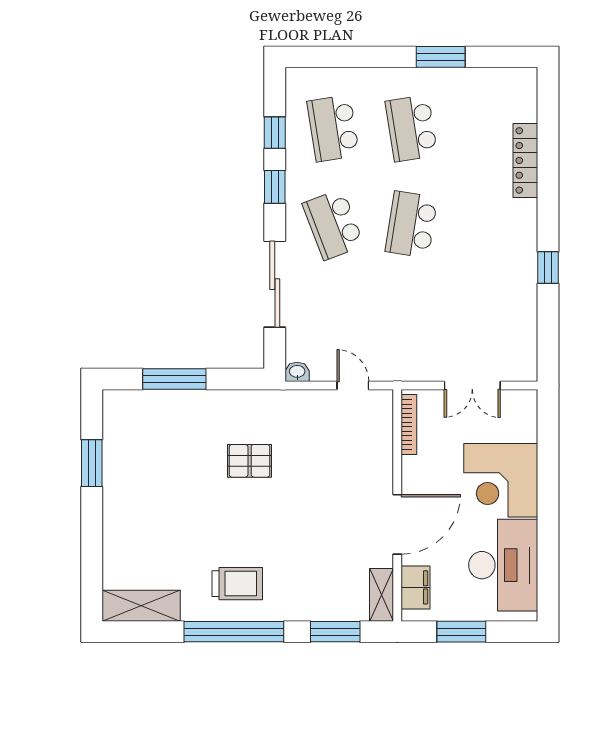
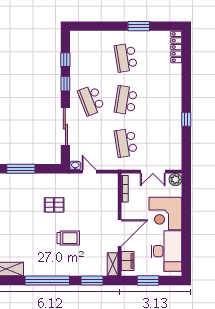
school desk: (333, 128) -> (126, 143), moved
locker: (525, 160) -> (176, 47), moved
door: (353, 385) -> (89, 172), moved
plant: (523, 404) -> (175, 180), added
trolley: (237, 584) -> (68, 238), moved

